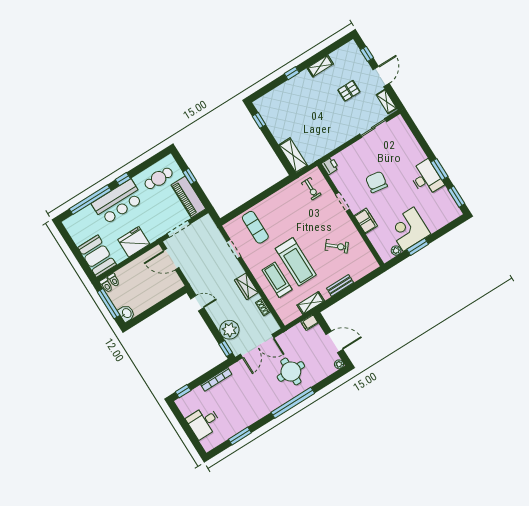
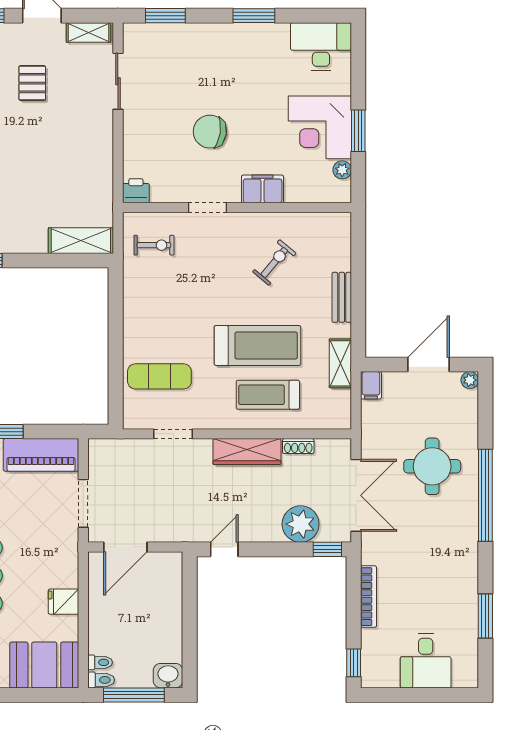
desk: (426, 178) -> (321, 46), moved
window: (456, 197) -> (165, 16), moved
fridge: (134, 242) -> (63, 602), width x0.53, depth x0.75
wardrobe: (246, 286) -> (247, 452), width x1.50

